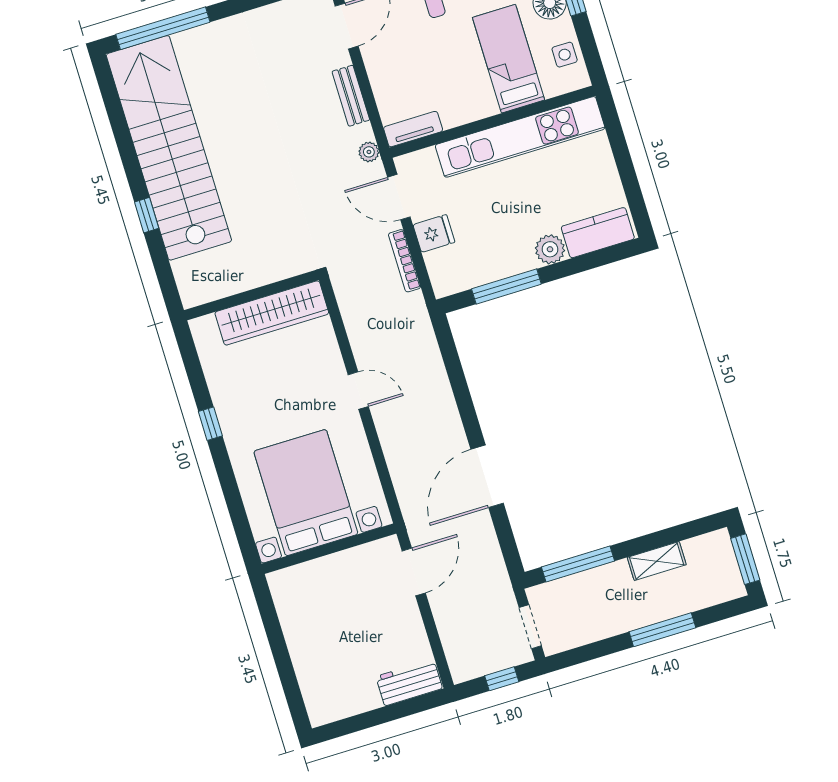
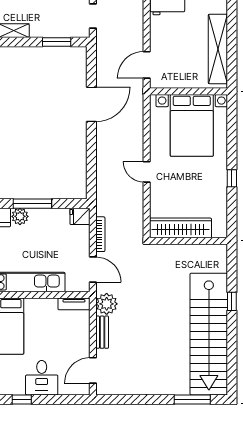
window: (163, 28) -> (192, 399), width x0.68
plant: (369, 152) -> (107, 304), width x1.88, depth x1.88
fridge: (434, 233) -> (80, 216), moved
window: (506, 286) -> (32, 204), moved
window: (578, 564) -> (57, 42), width x0.69
shelving: (301, 636) -> (218, 49), added

